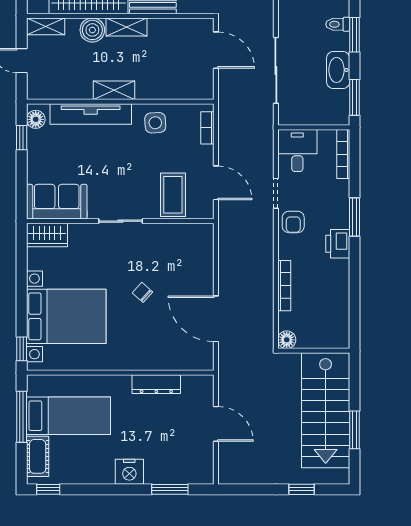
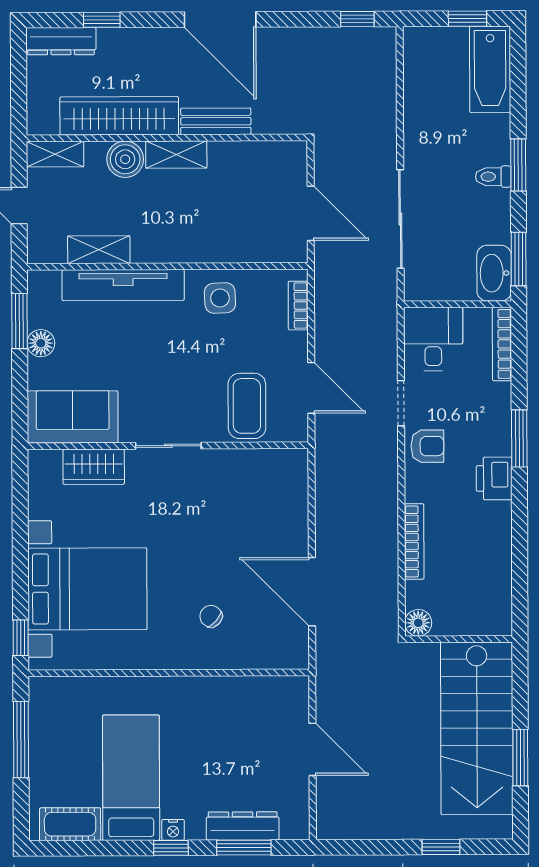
toilet: (338, 24) -> (493, 177), moved
door: (216, 50) -> (311, 213), moved
washbasin: (338, 70) -> (494, 273), moved
shelving: (114, 90) -> (99, 250), moved
floor lamp: (36, 119) -> (41, 343), moved
window: (22, 138) -> (20, 321), width x1.50
armchair: (293, 222) -> (427, 446), turned -90
wardrobe: (47, 235) -> (94, 467), moved
chair: (142, 292) -> (211, 616), moved
dresser: (156, 384) -> (243, 826), moved, turned 180
bed: (68, 416) -> (131, 778), moved, turned -90
cot: (38, 456) -> (70, 824), moved, turned 90
nightstand: (129, 472) -> (173, 830), width x0.53, depth x0.56
window: (48, 489) -> (171, 848), moved

